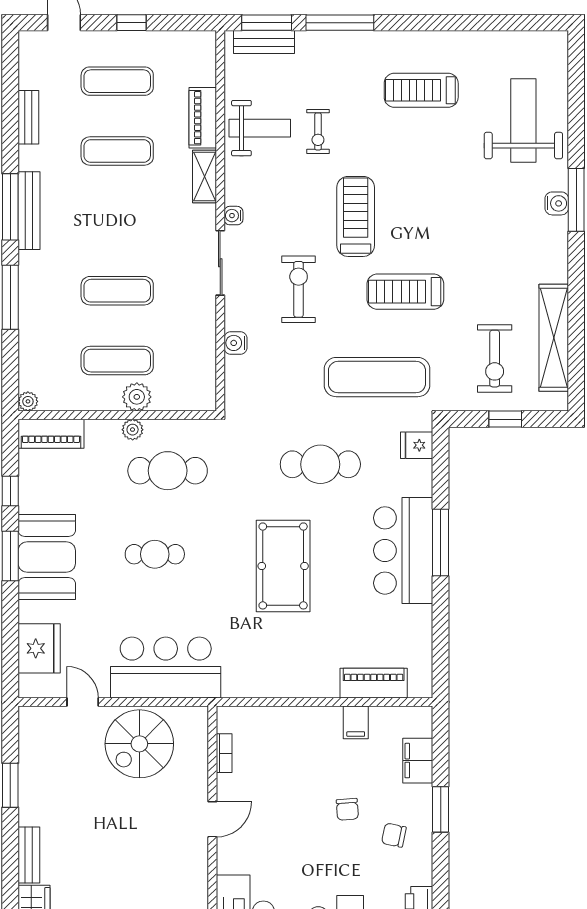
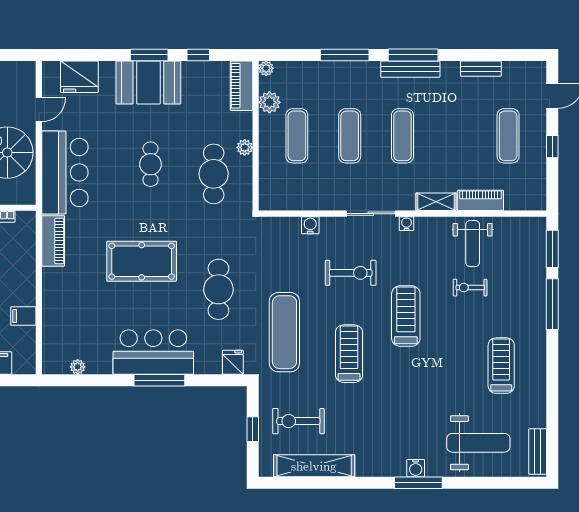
bench: (264, 42) -> (538, 452), moved
exercise mat: (117, 151) -> (402, 136), moved
treadmill: (356, 216) -> (406, 316), turned -90
plant: (137, 397) -> (269, 102), moved
plant: (423, 651) -> (78, 367), added
piano: (374, 683) -> (53, 241), moved

